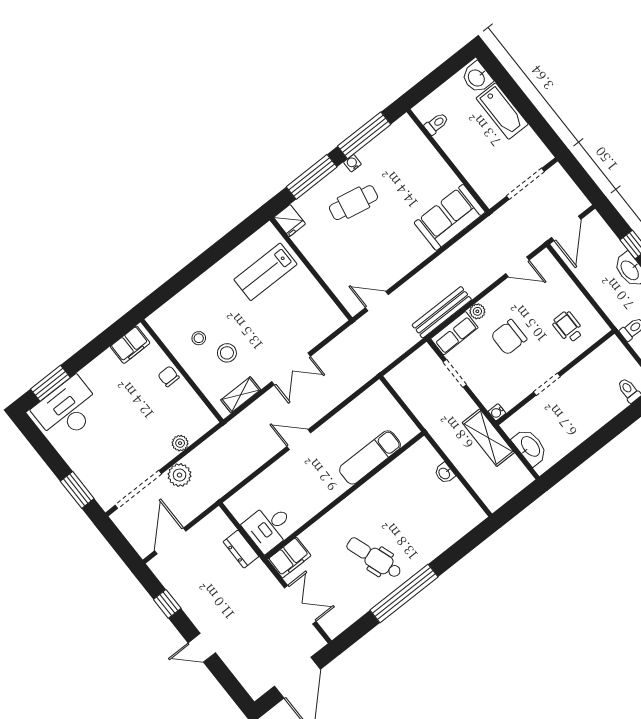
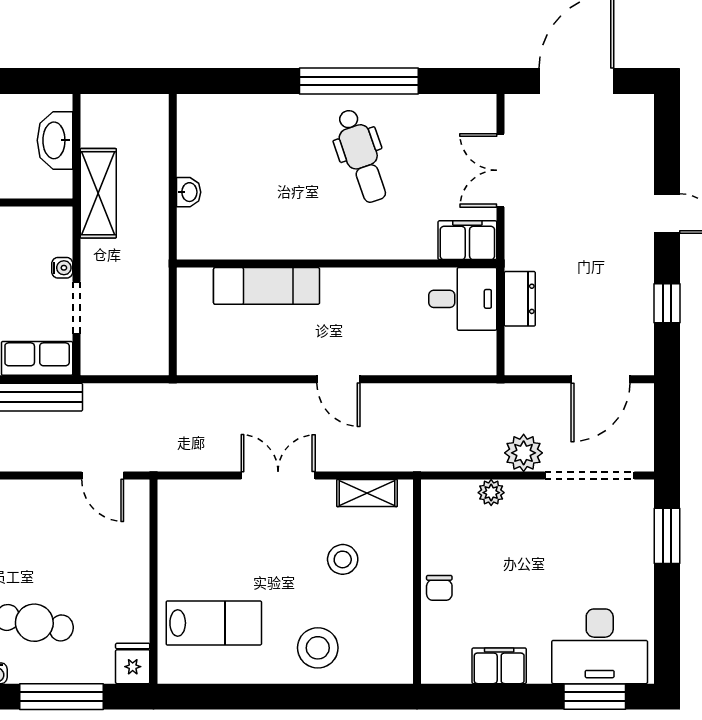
stool: (199, 338) -> (318, 648), moved, width x1.89, depth x1.89
filing cabinet: (130, 345) -> (499, 666), moved
water cooler: (497, 412) -> (62, 268), moved

